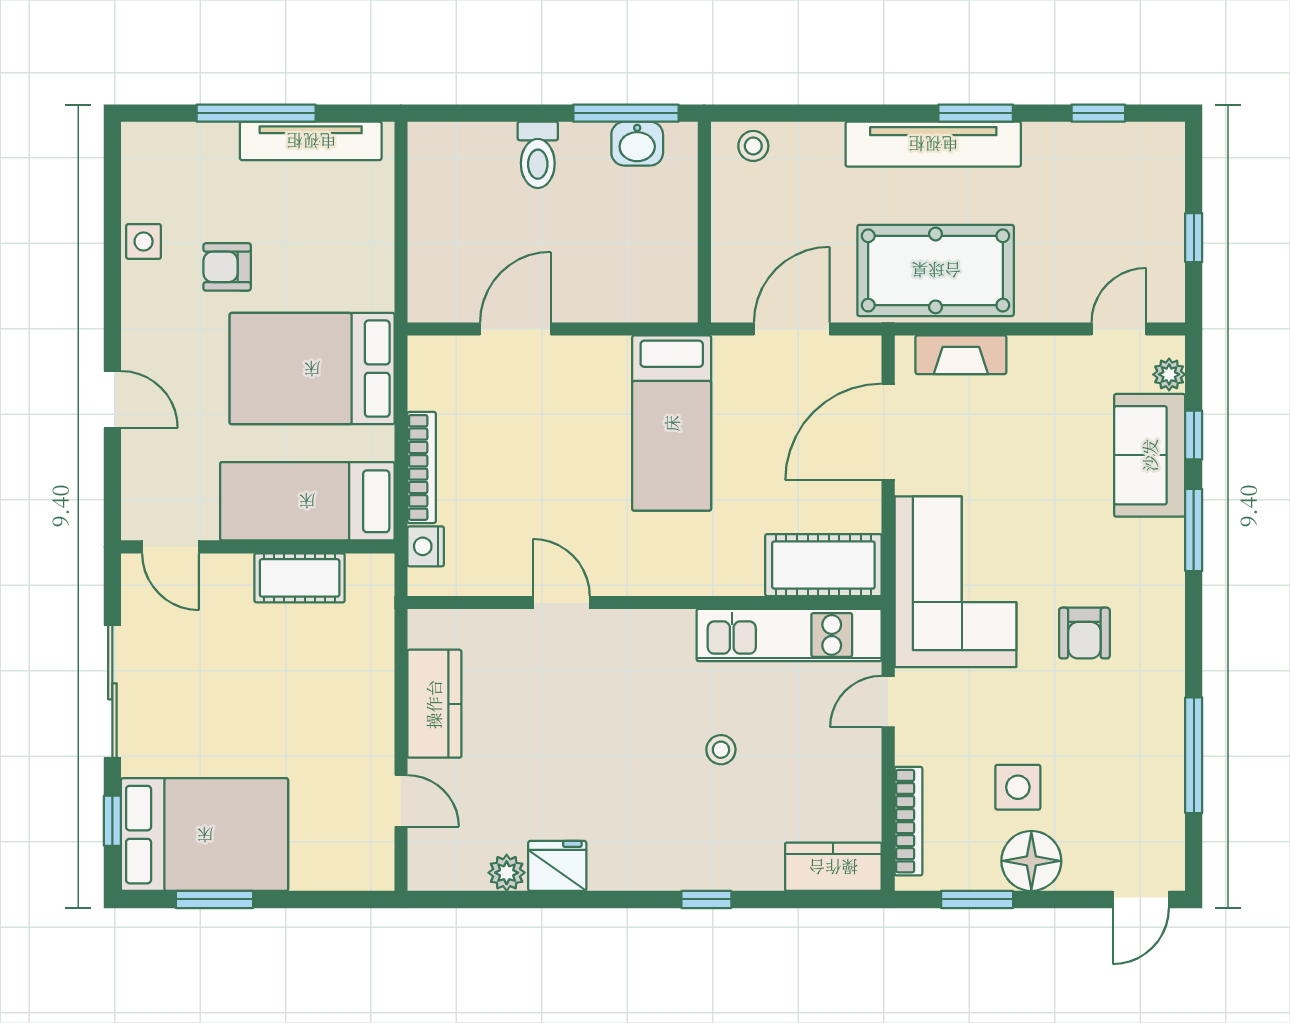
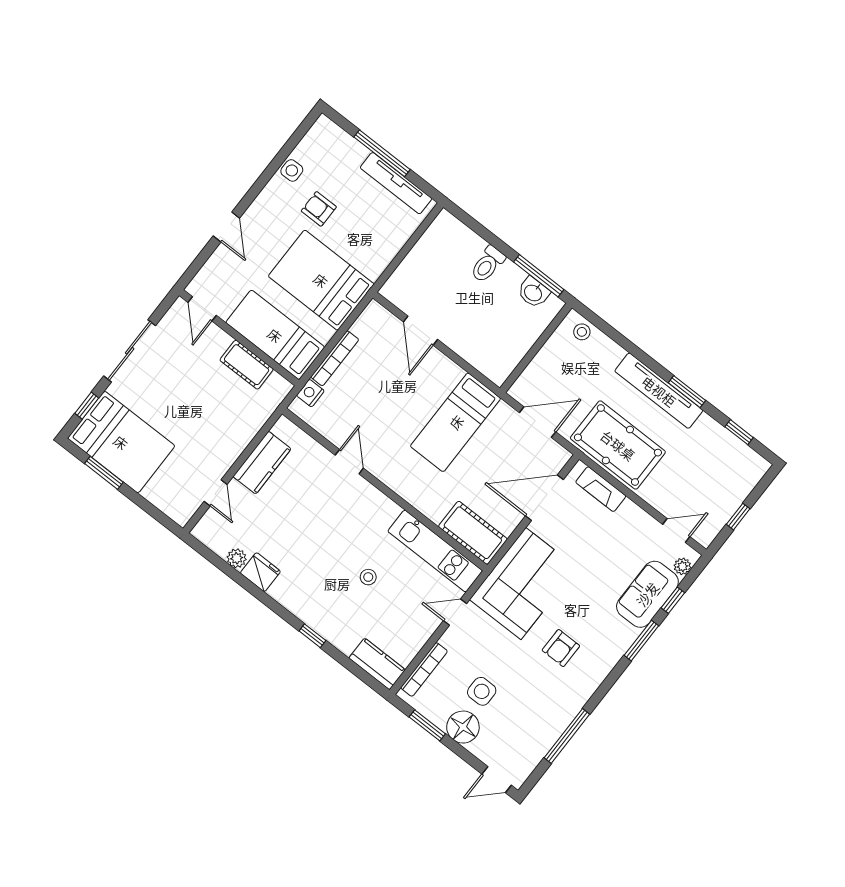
door: (515, 329) -> (420, 331), swing flipped

